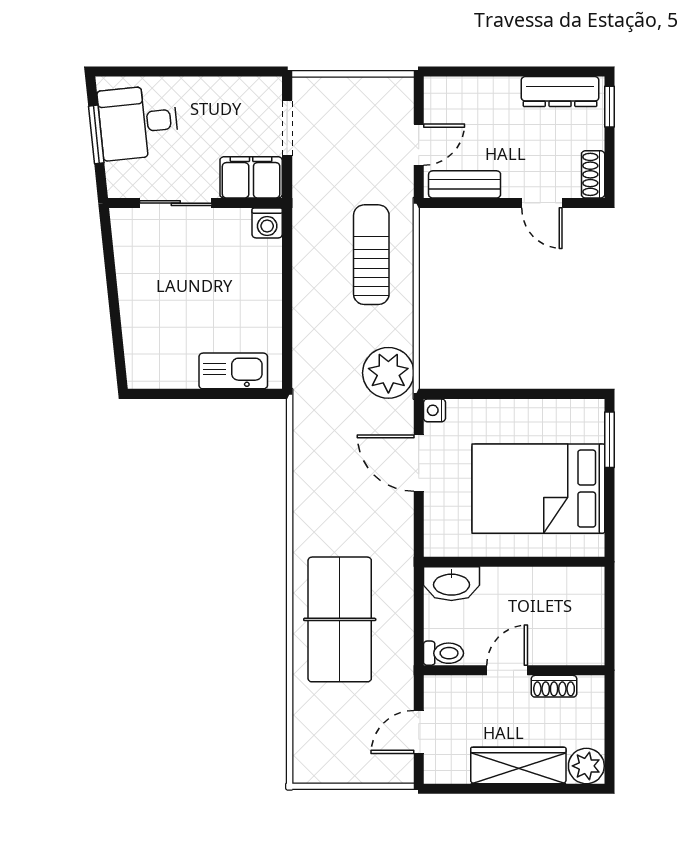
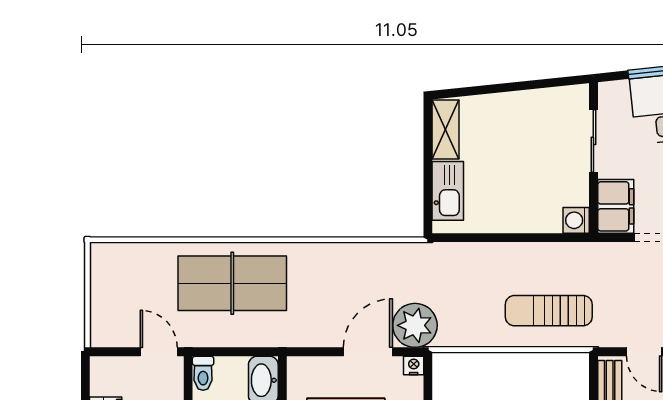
sun lounger: (371, 255) -> (549, 311), turned 180
plant: (388, 373) -> (415, 325), moved
shelving: (162, 374) -> (446, 129), added
door: (419, 732) -> (159, 352), moved

